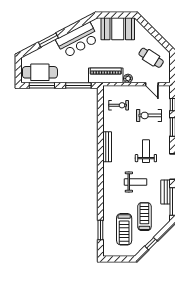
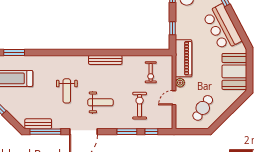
door: (152, 84) -> (174, 98), moved
window: (78, 85) -> (173, 28), width x0.46
bench: (166, 192) -> (38, 124), moved
treadmill: (144, 217) -> (29, 101), removed

